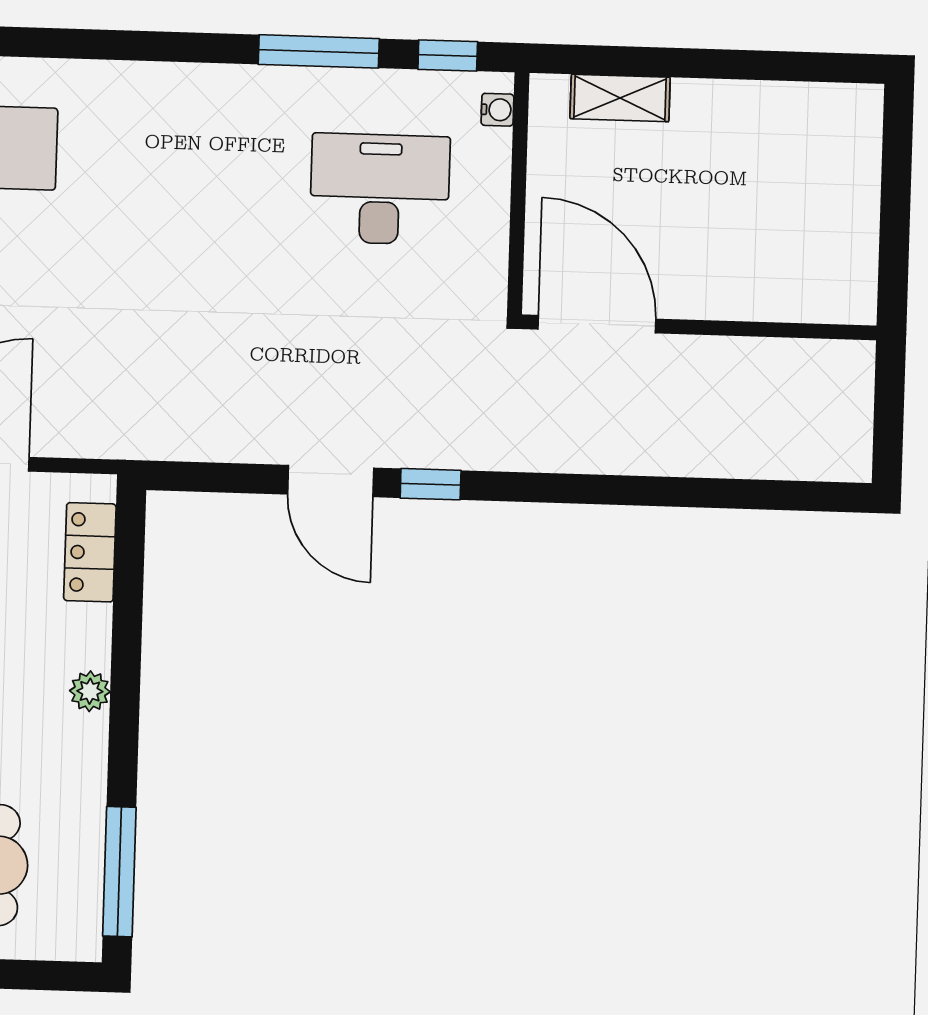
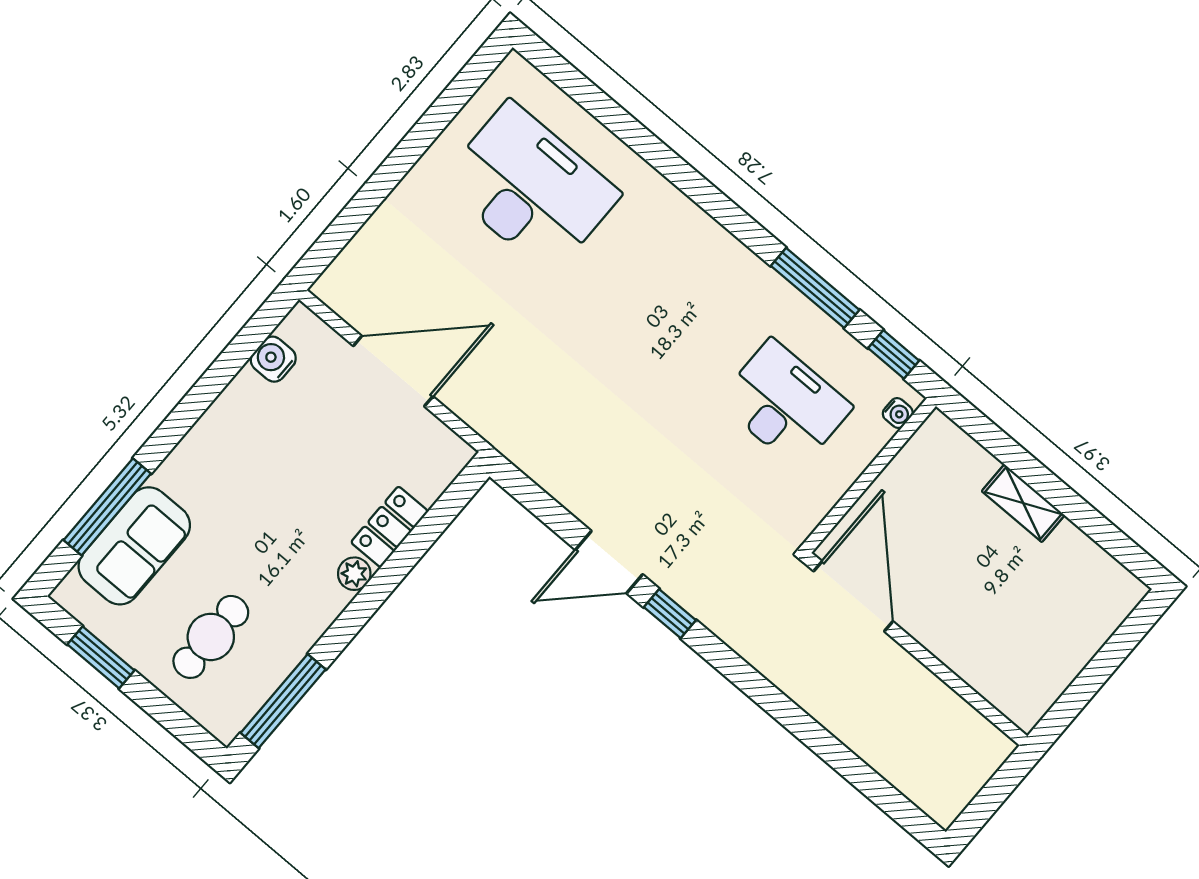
shelving: (620, 98) -> (1023, 503), moved
door: (331, 481) -> (609, 562), hinge flipped
locker: (90, 552) -> (389, 527), moved

